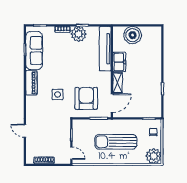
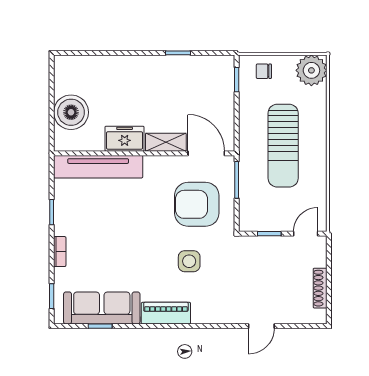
plant: (79, 34) -> (69, 220), removed

